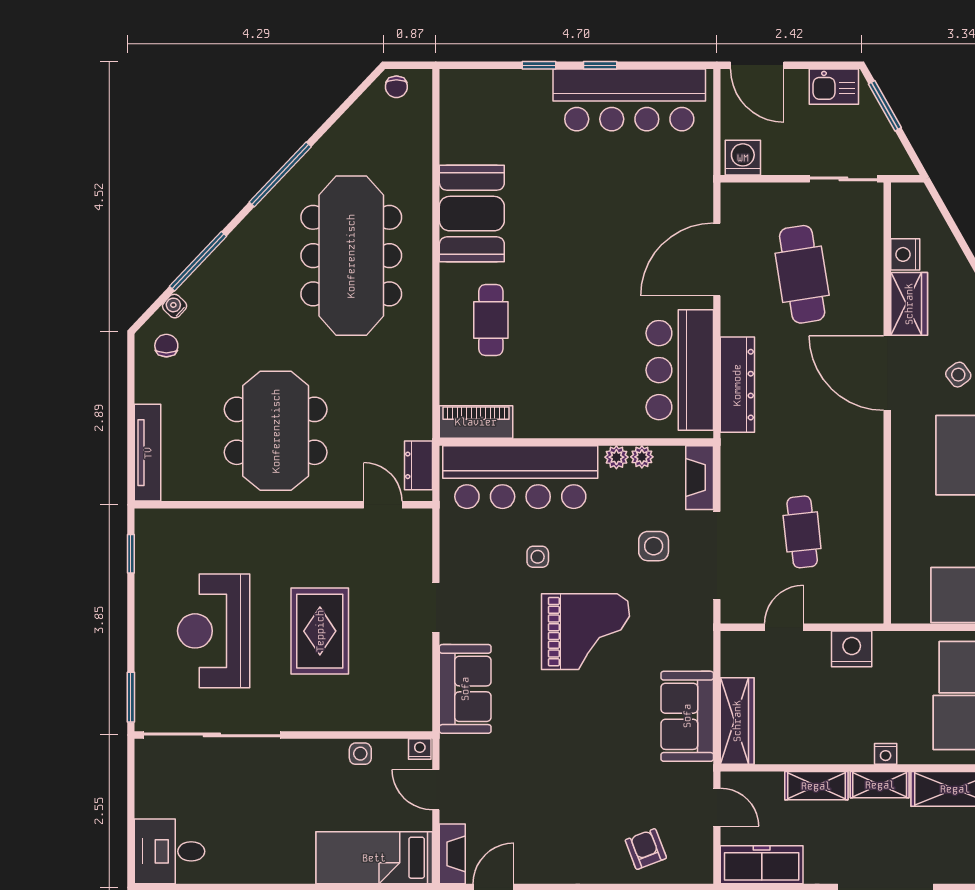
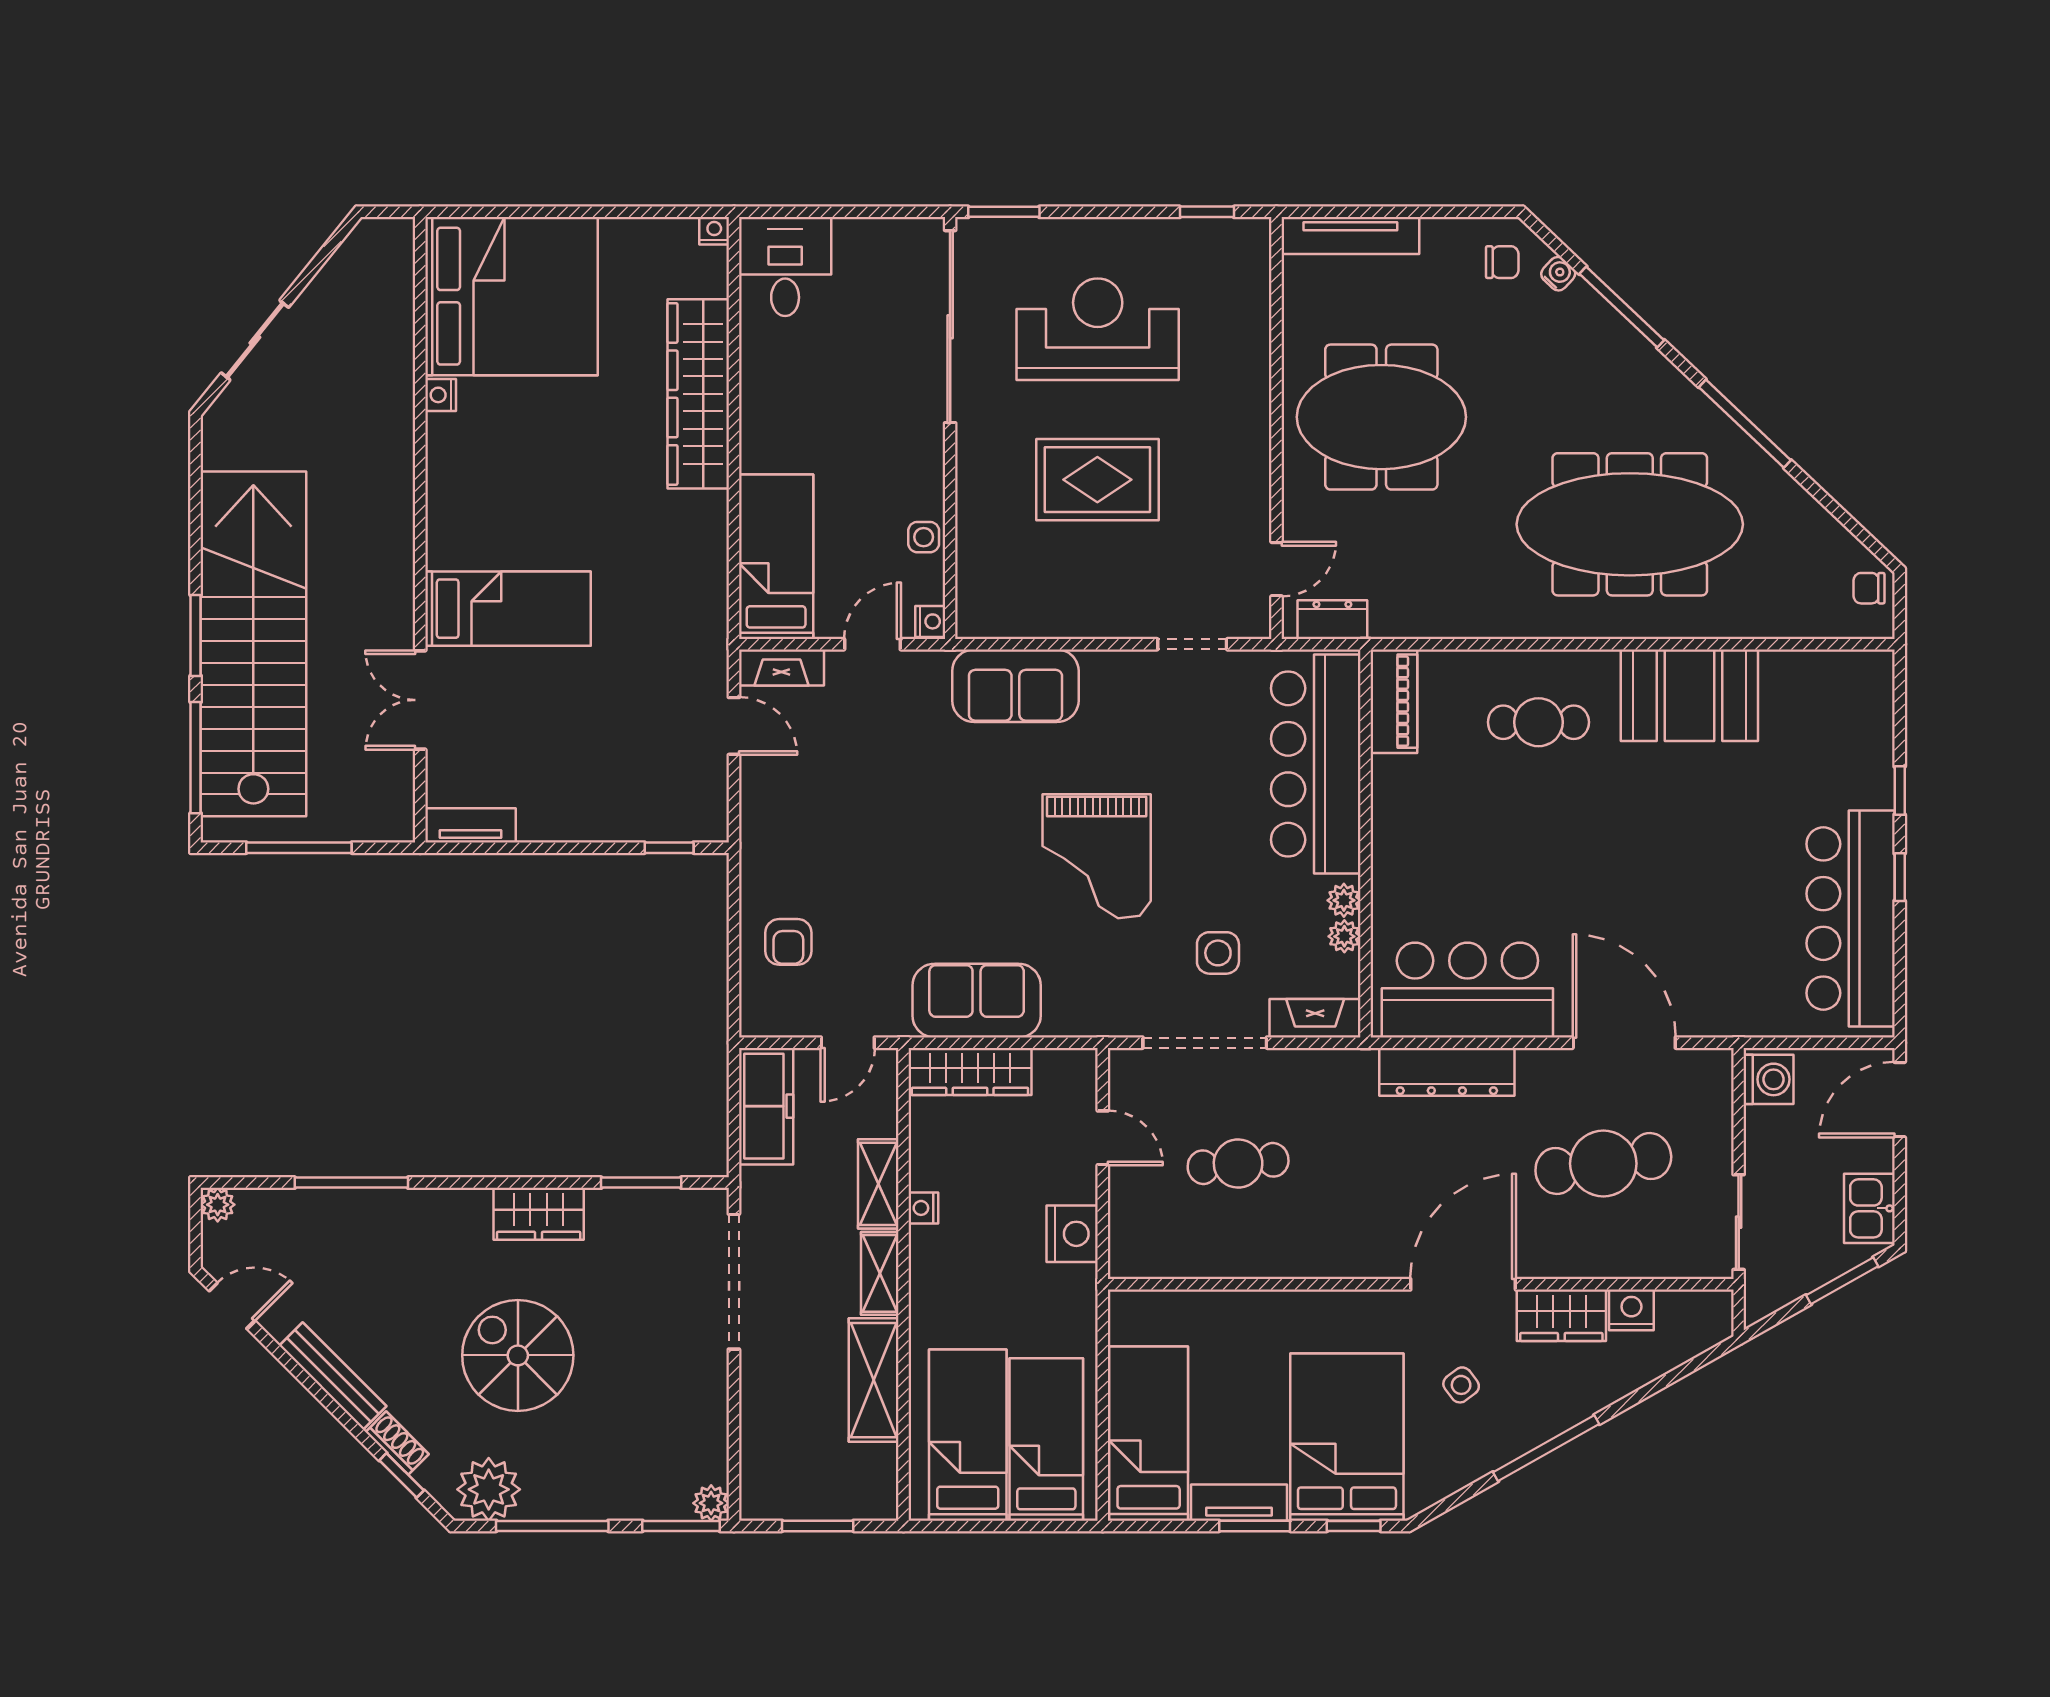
side table: (538, 557) -> (1203, 789), removed
doorway: (436, 607) -> (1192, 644), moved
nightstand: (886, 754) -> (923, 1208), moved
armchair: (646, 849) -> (788, 942), turned 111

